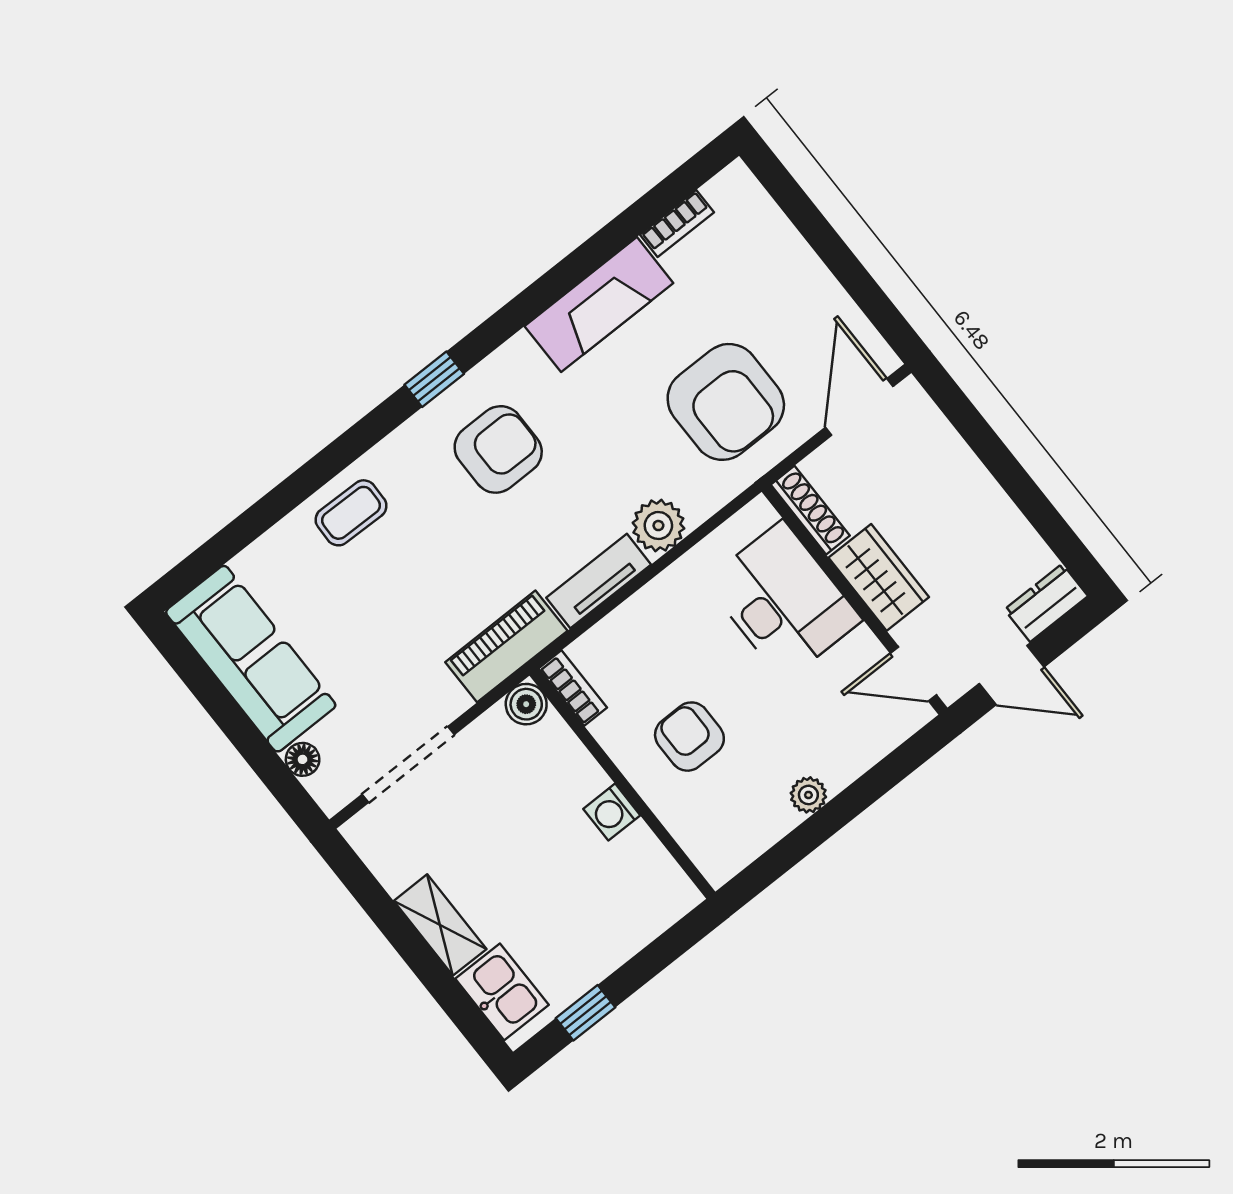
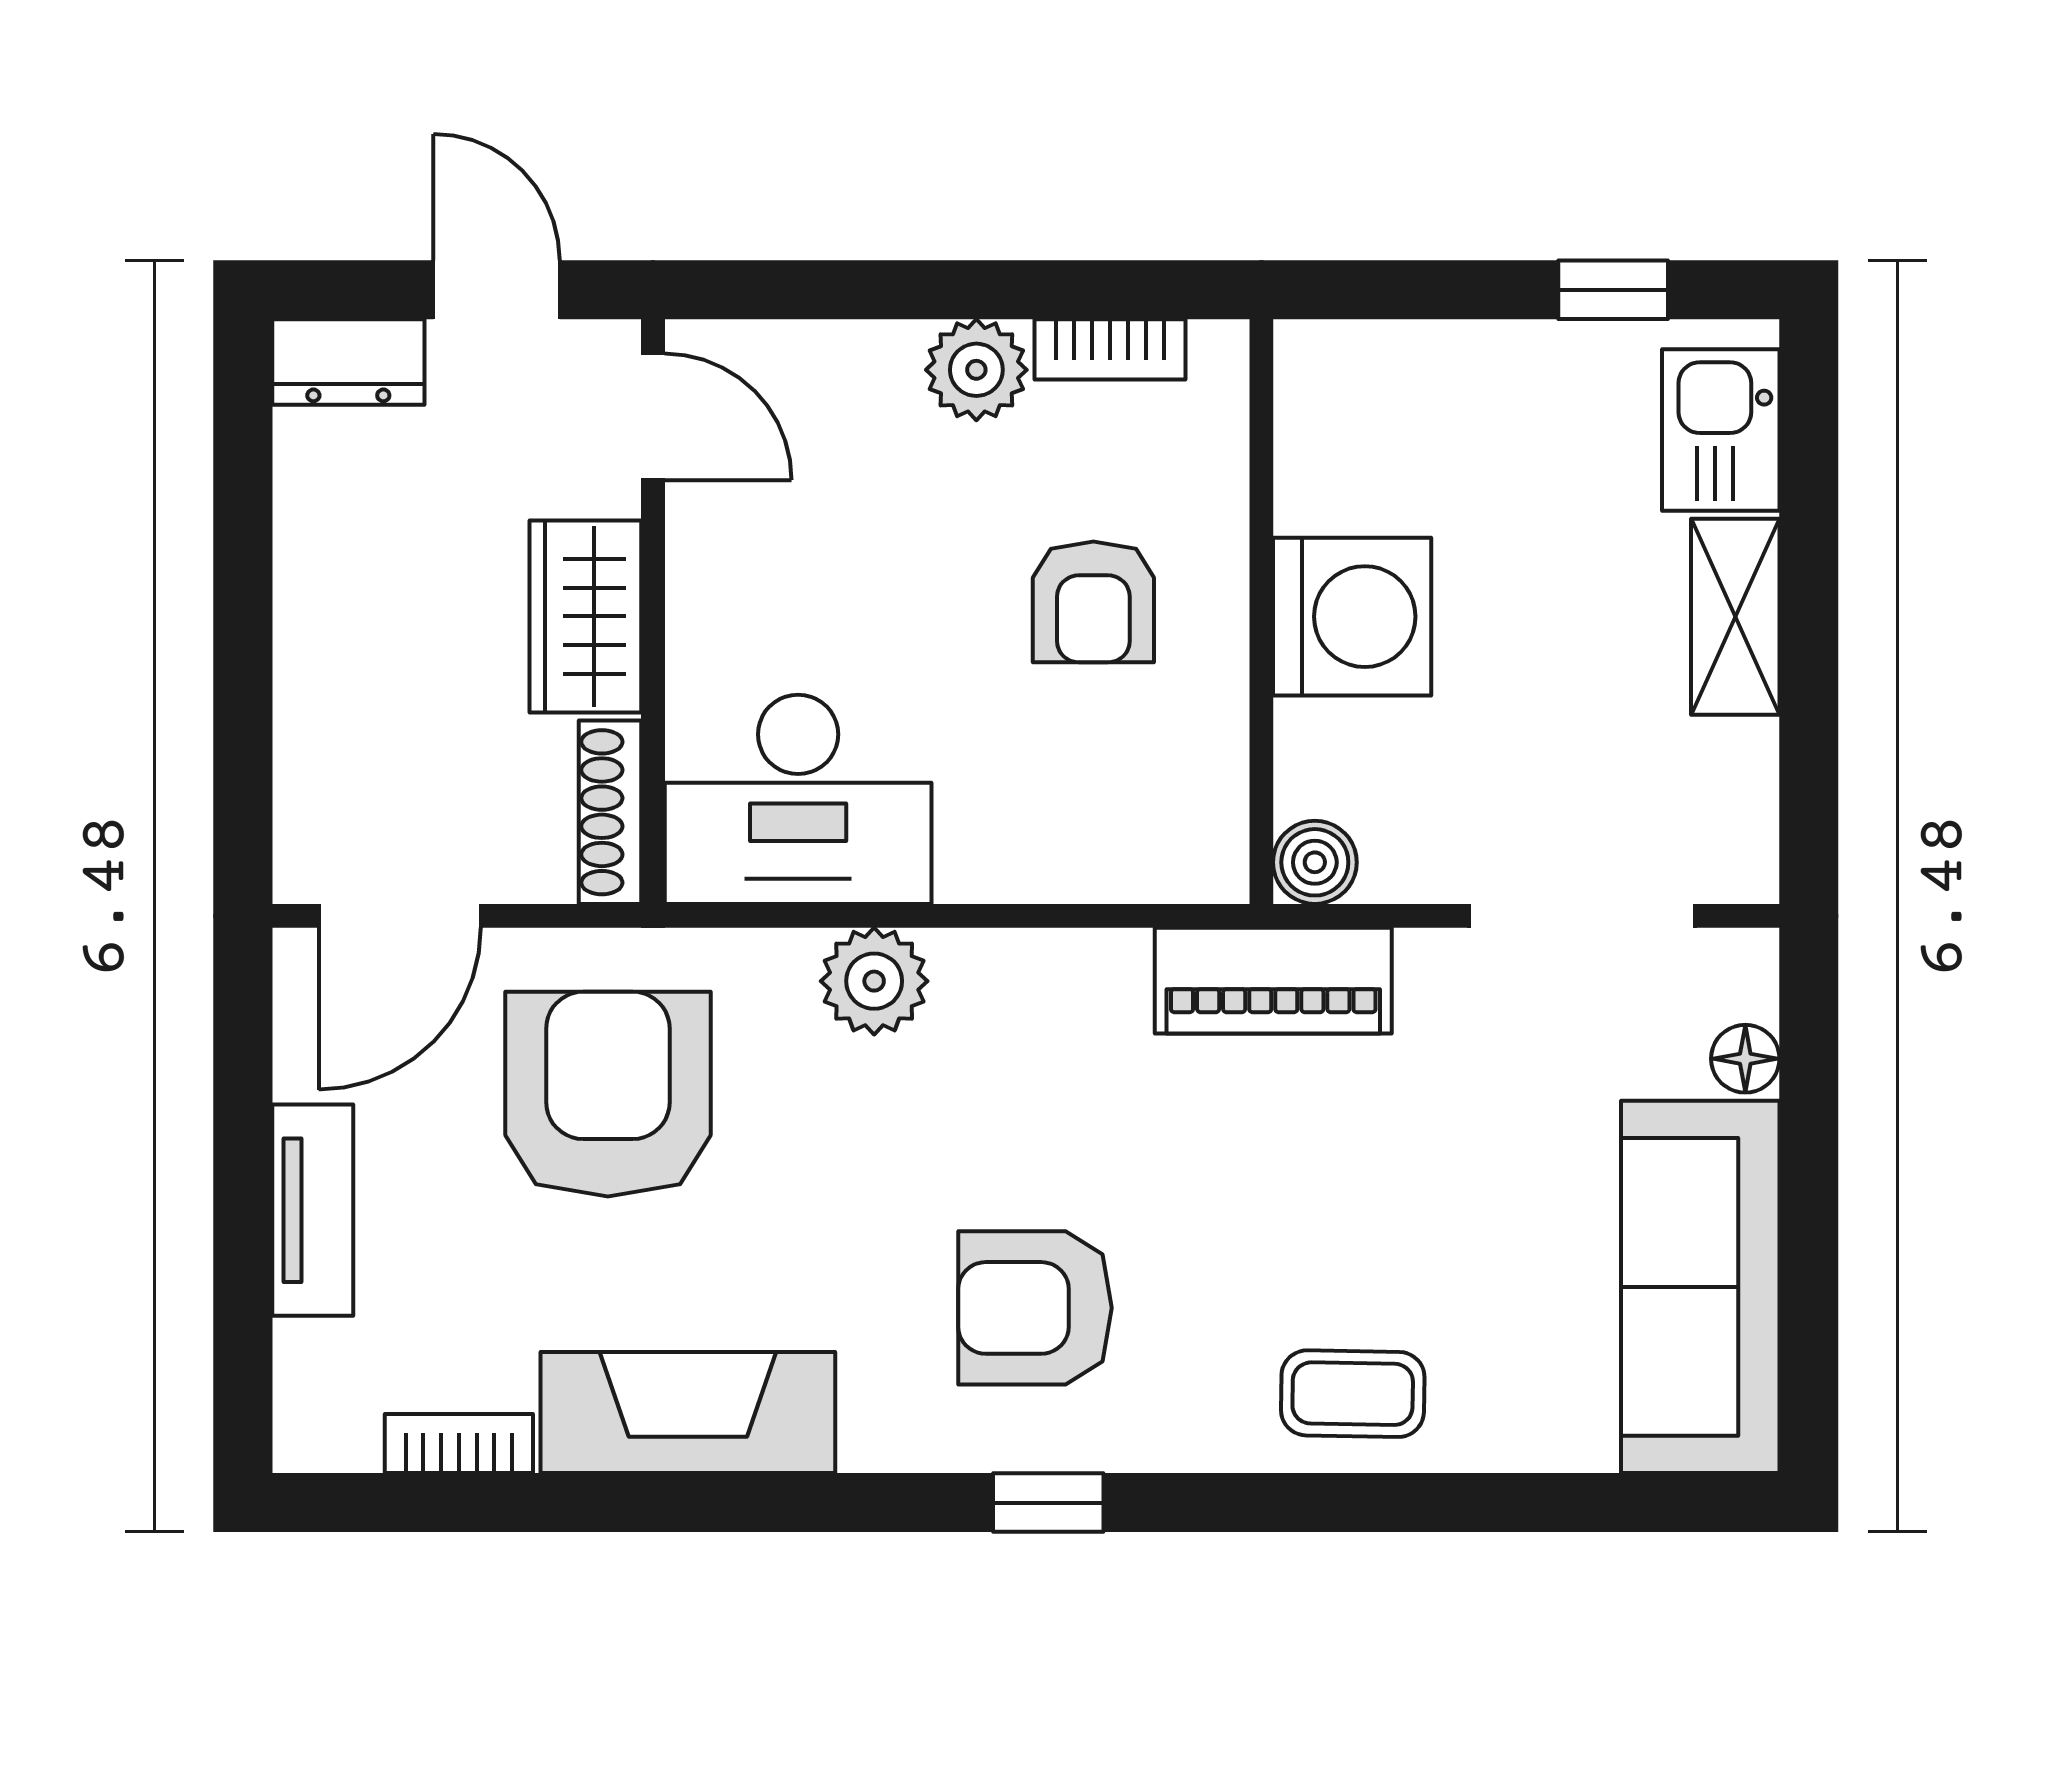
tv unit: (599, 581) -> (313, 1210), moved, turned -90
desk: (783, 601) -> (798, 799), moved, turned -90
bookcase: (573, 688) -> (1110, 349), moved, turned -90
plant: (808, 795) -> (976, 370), width x1.38, depth x1.38
washing machine: (612, 812) -> (1352, 617), width x1.89, depth x1.89

